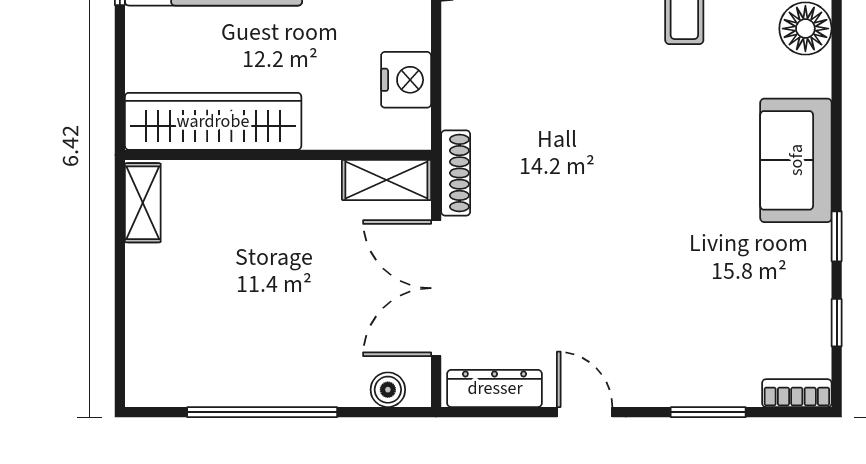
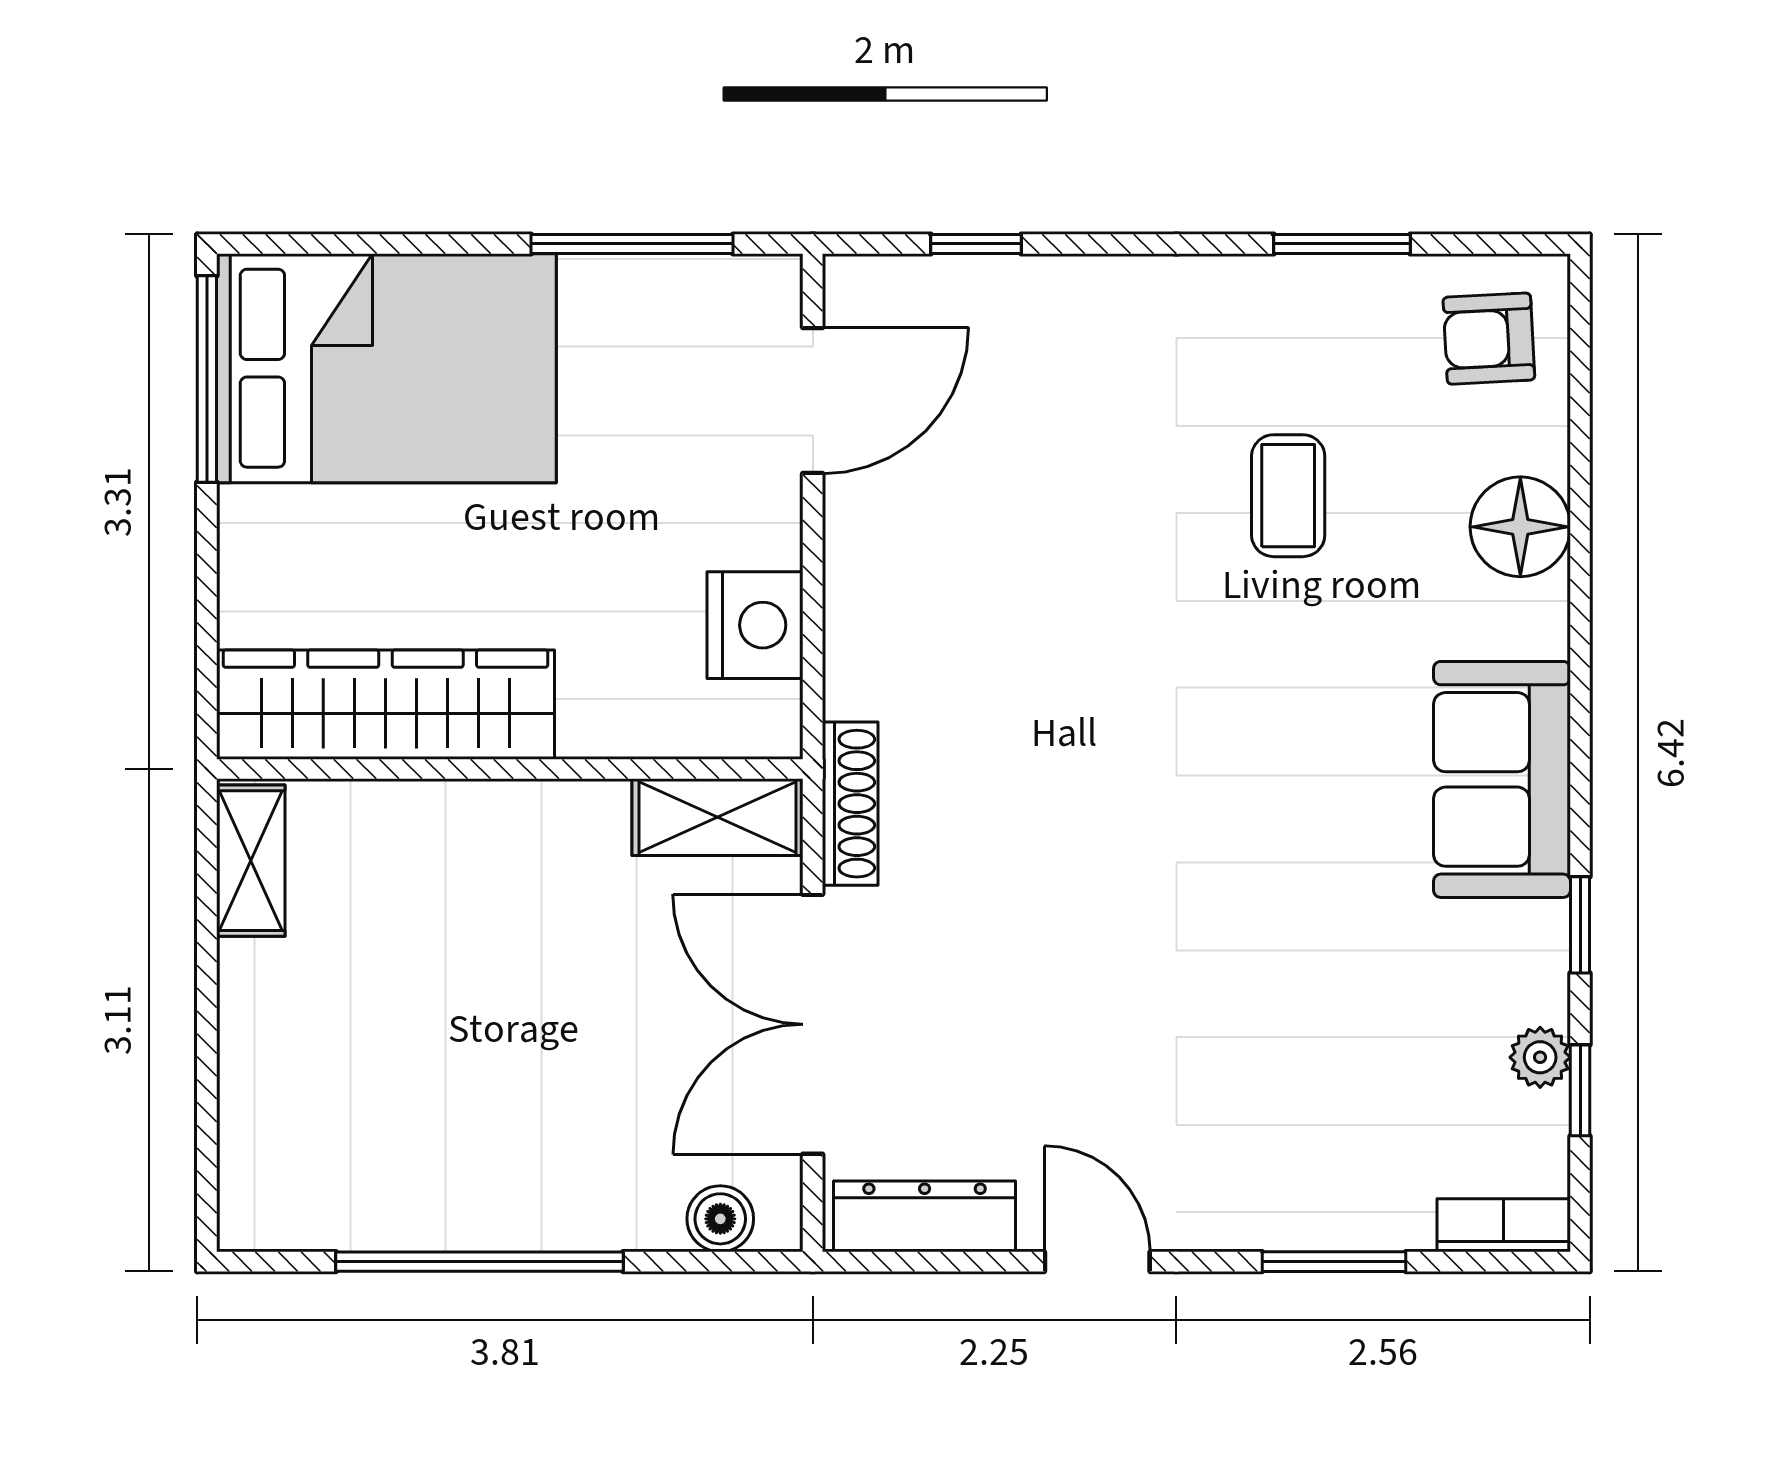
plant: (816, 305) -> (1540, 1057), added

